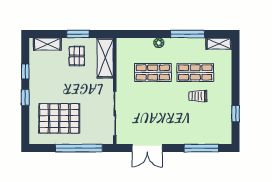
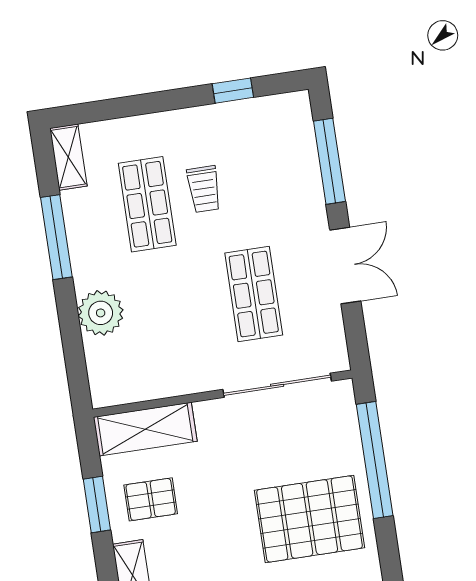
plant: (159, 43) -> (101, 313), width x1.88, depth x1.88
shop shelf: (153, 72) -> (254, 294), moved
pallet: (59, 118) -> (309, 519), turned 90
double door: (147, 148) -> (345, 266), moved

